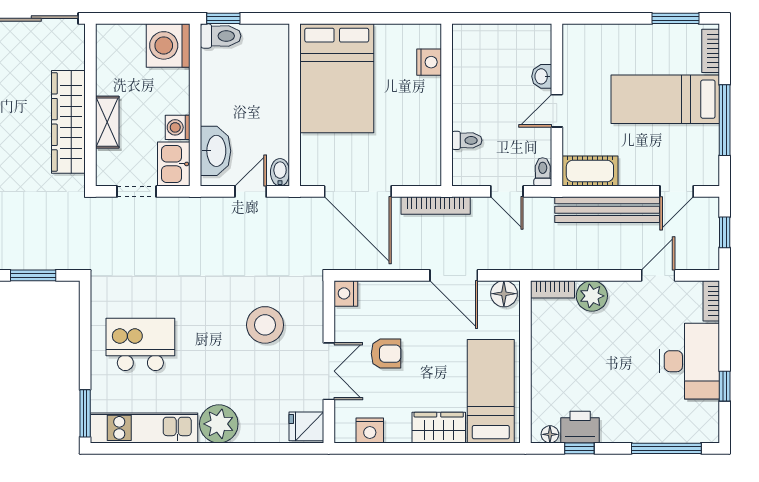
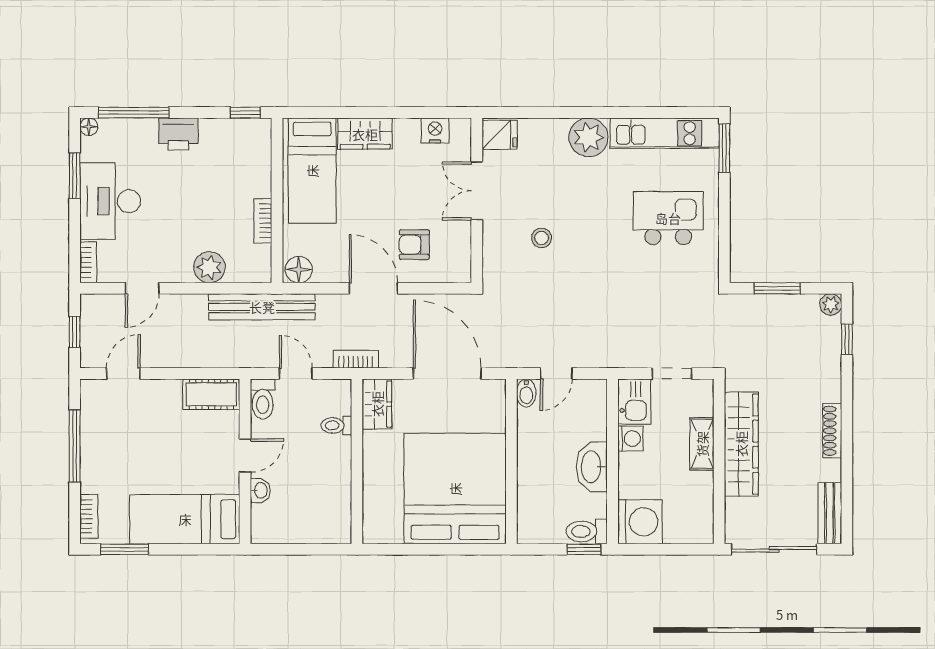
nightstand: (429, 62) -> (375, 505), removed
bed: (337, 78) -> (455, 489), width x1.36
bed: (665, 99) -> (185, 519), moved, turned 180
washbasin: (215, 151) -> (592, 467), moved
wardrobe: (427, 161) -> (377, 404), added
toilet: (543, 172) -> (263, 399), width x1.37, depth x1.39
bookcase: (436, 205) -> (356, 359), width x0.64
bench: (607, 210) -> (262, 307), moved
door: (454, 275) -> (373, 288), moved
bookcase: (552, 289) -> (263, 221), moved, turned -90
nightstand: (346, 293) -> (459, 270), removed
stool: (265, 325) -> (542, 238), width x0.53, depth x0.53
kitchen island: (140, 344) -> (668, 218), turned 180
armchair: (386, 354) -> (414, 245), moved
window: (725, 386) -> (75, 176), width x1.50
printer: (580, 427) -> (178, 134), moved
floor lamp: (550, 434) -> (89, 127), moved
window: (579, 448) -> (245, 113), moved

